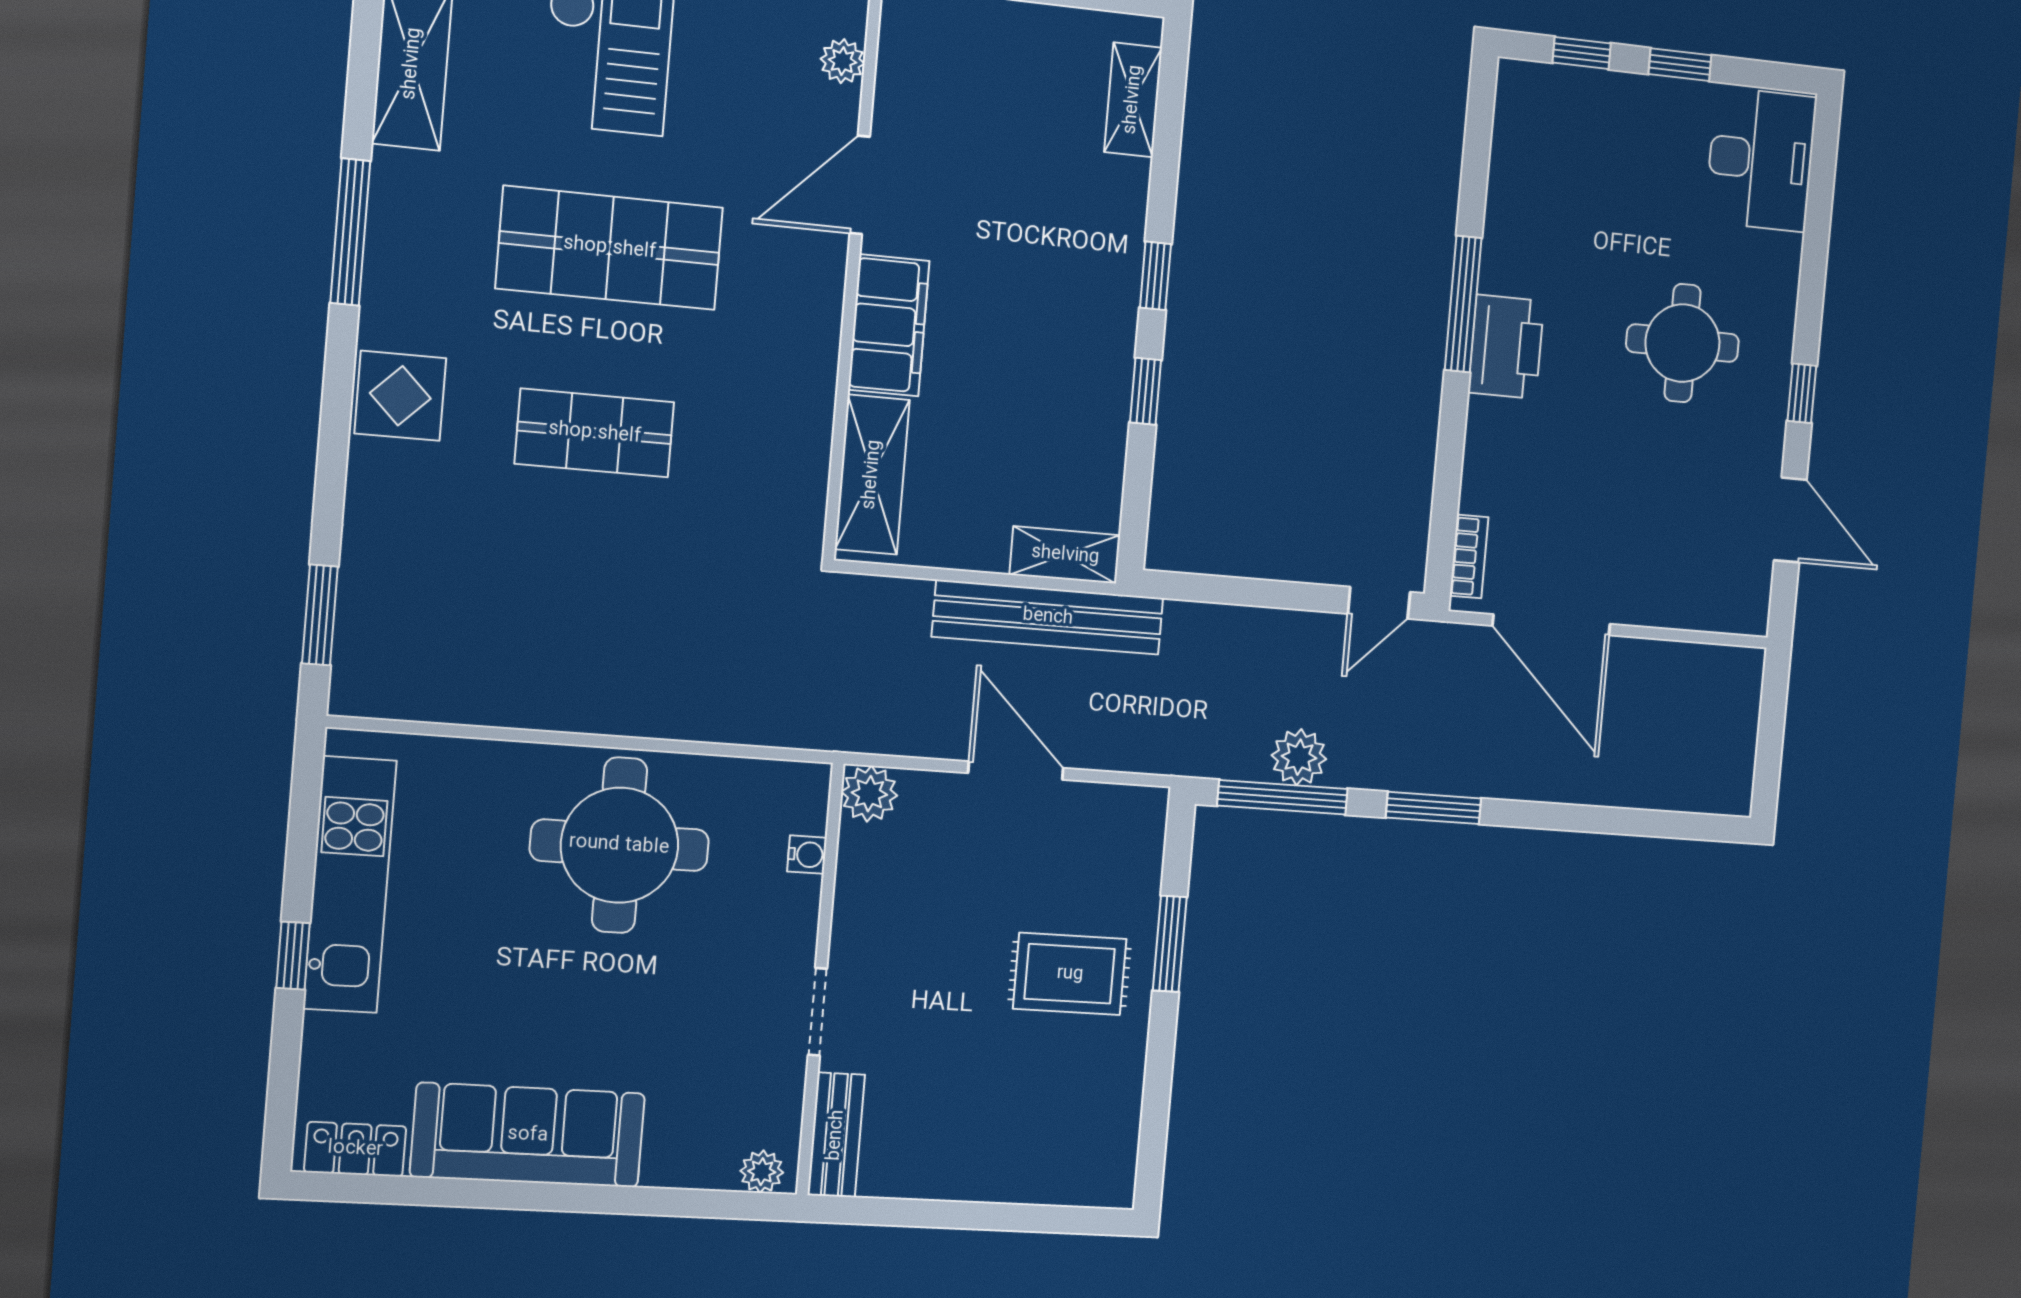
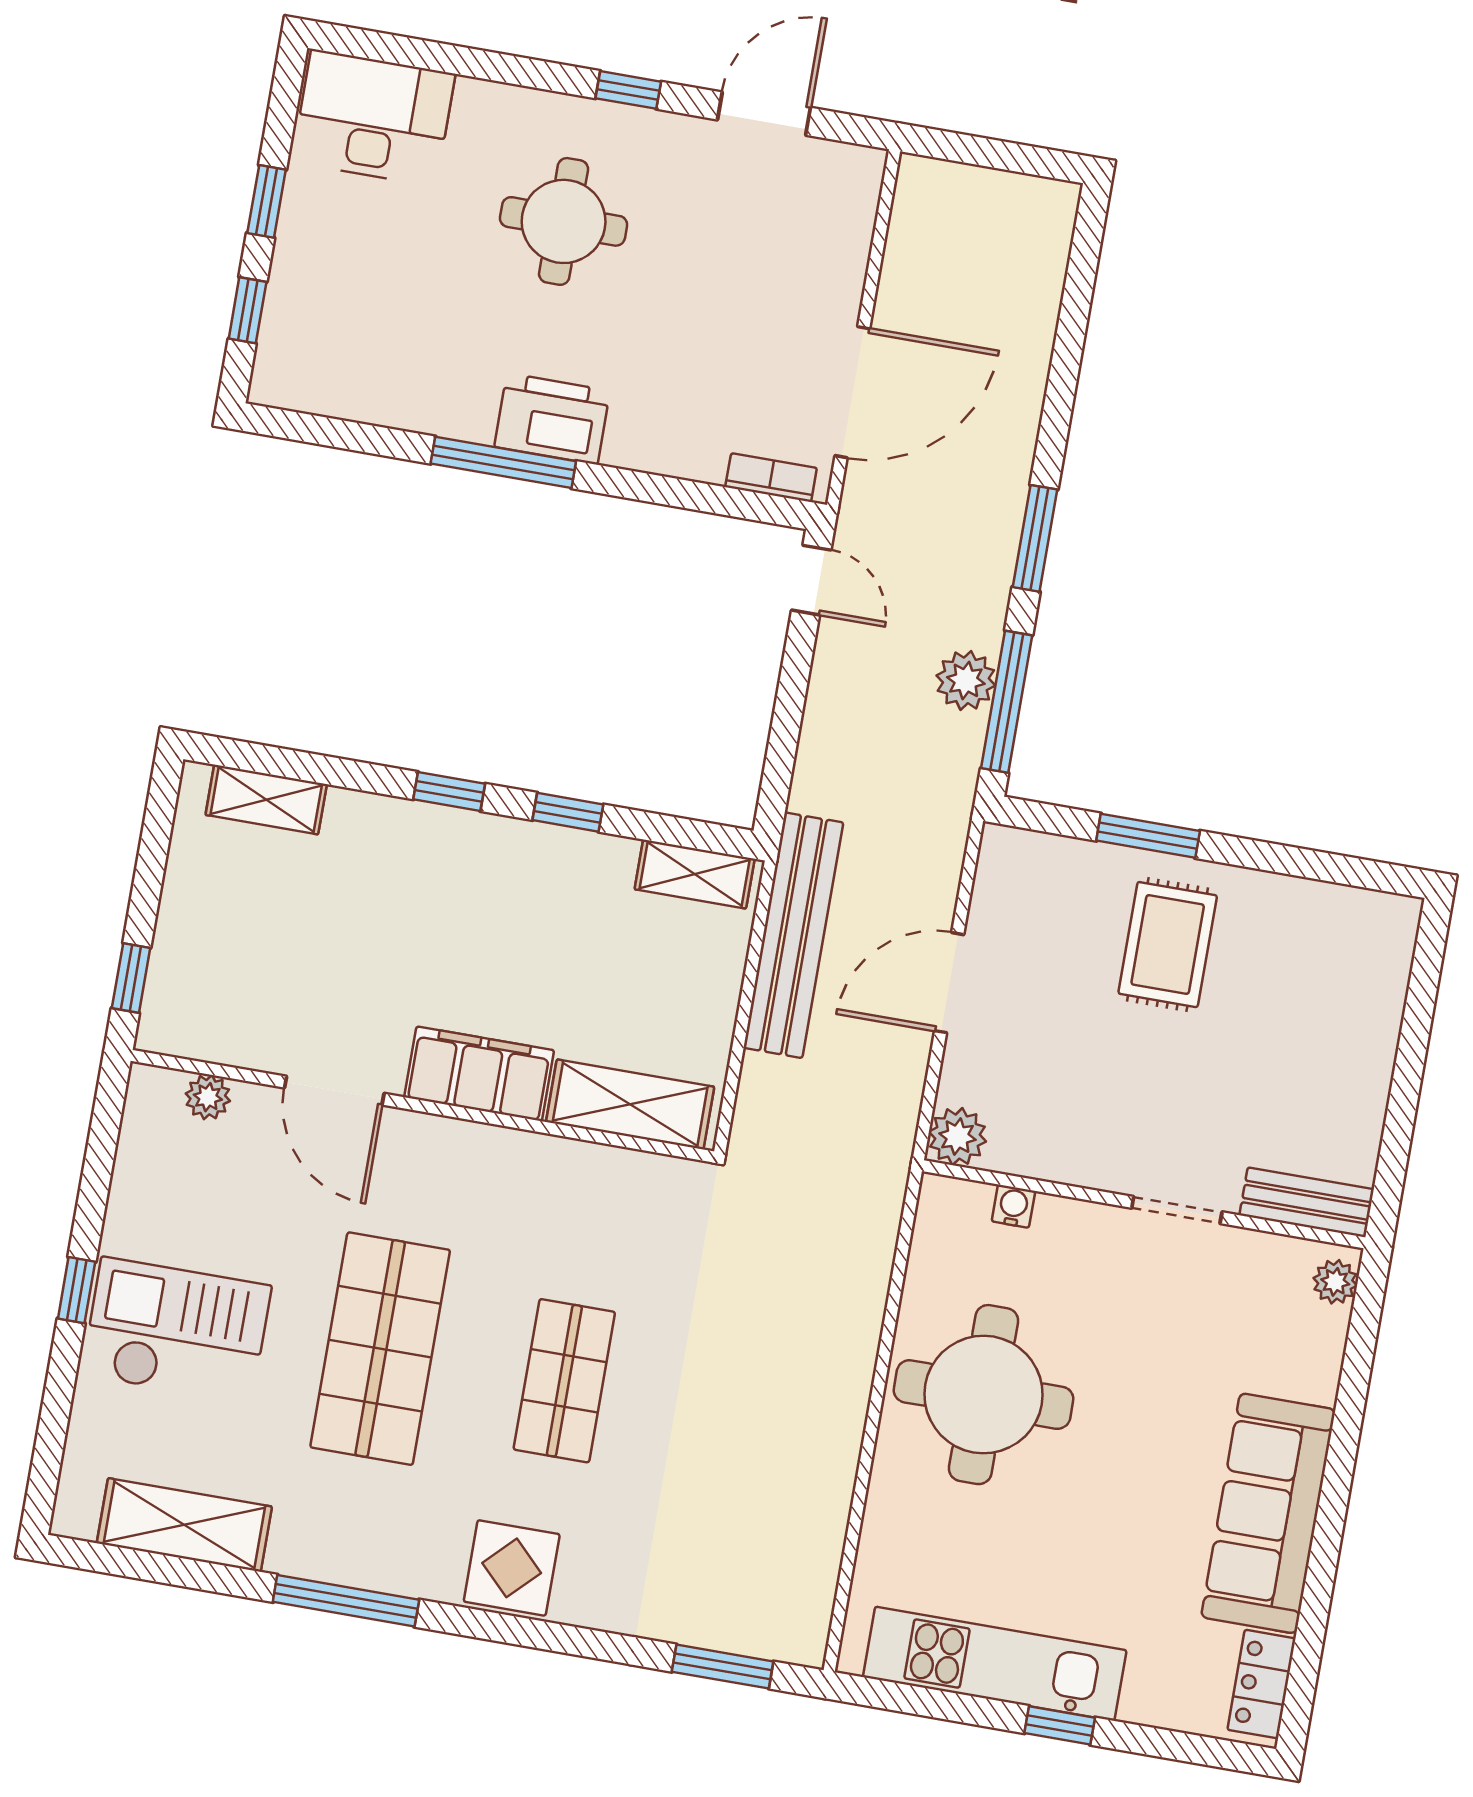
shelving: (1065, 555) -> (695, 874), moved, turned 90

